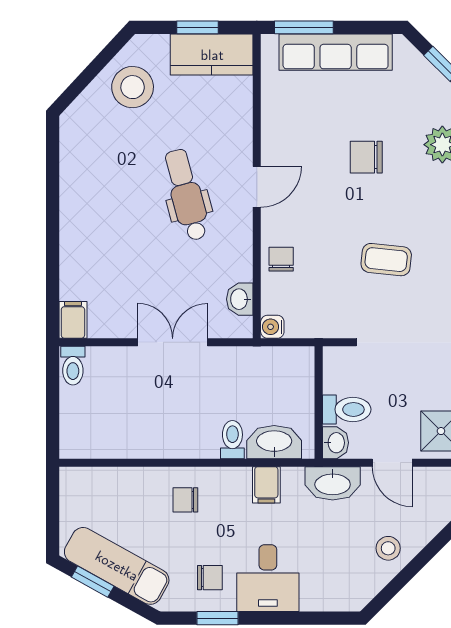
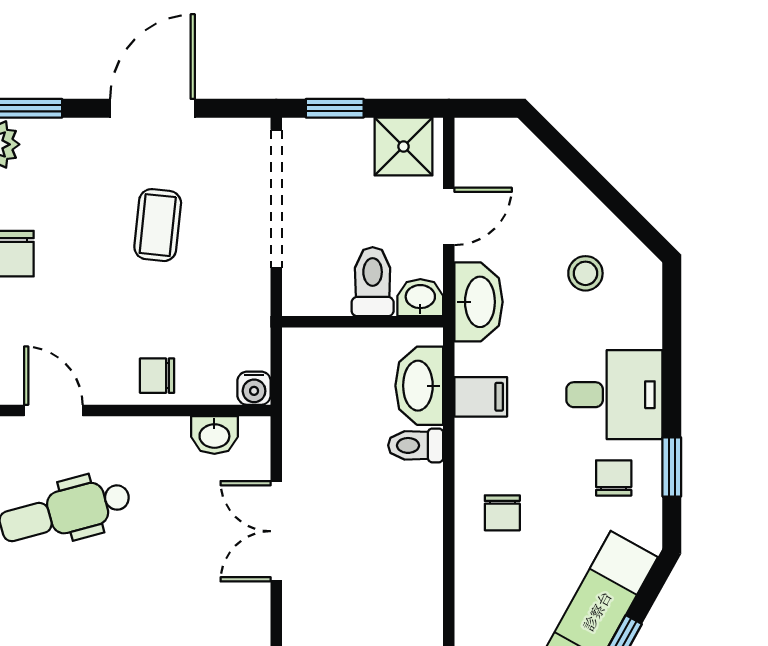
stool: (388, 548) -> (585, 273), moved

